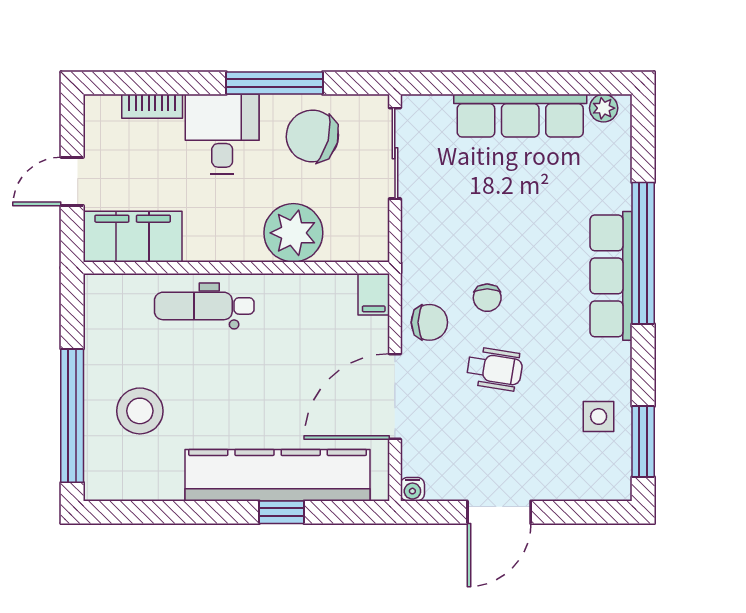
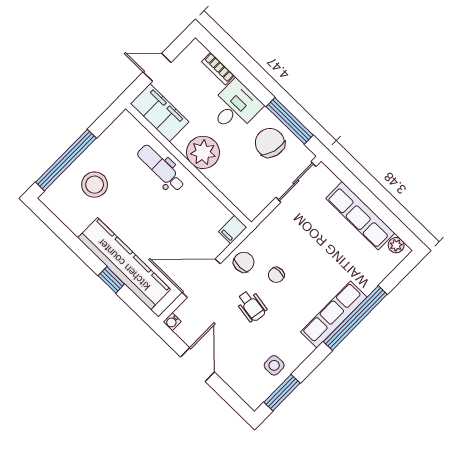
window: (274, 83) -> (290, 121), moved
plant: (293, 233) -> (203, 152), moved
chair: (429, 322) -> (244, 262), turned -90
door: (499, 512) -> (197, 365), swing flipped

